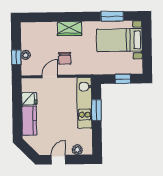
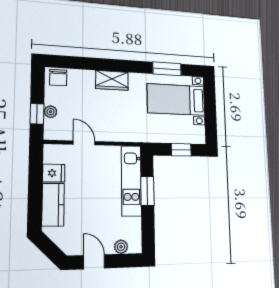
chair: (65, 58) -> (58, 77), moved
door: (50, 77) -> (84, 143), hinge flipped
door: (58, 160) -> (94, 262), hinge flipped

